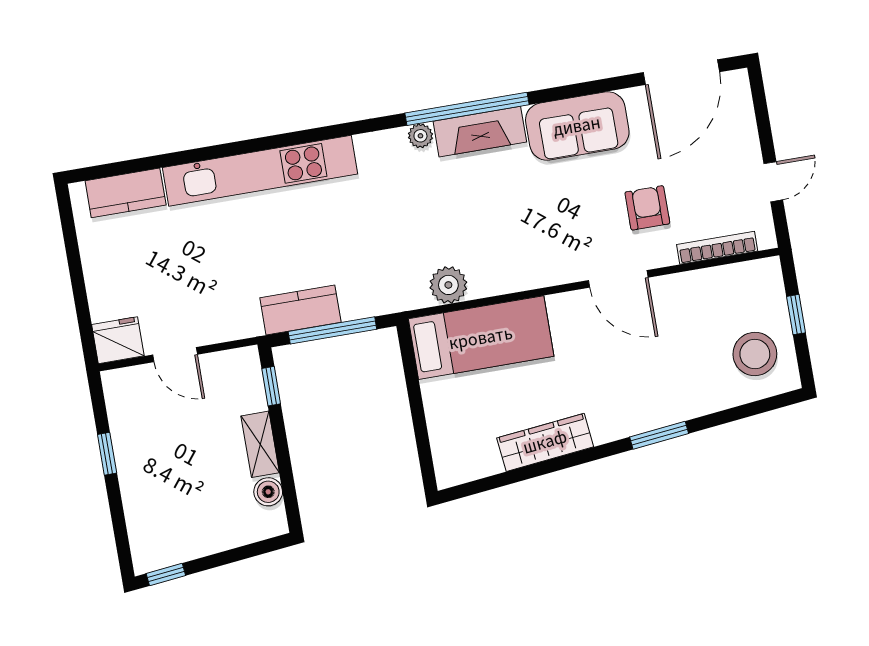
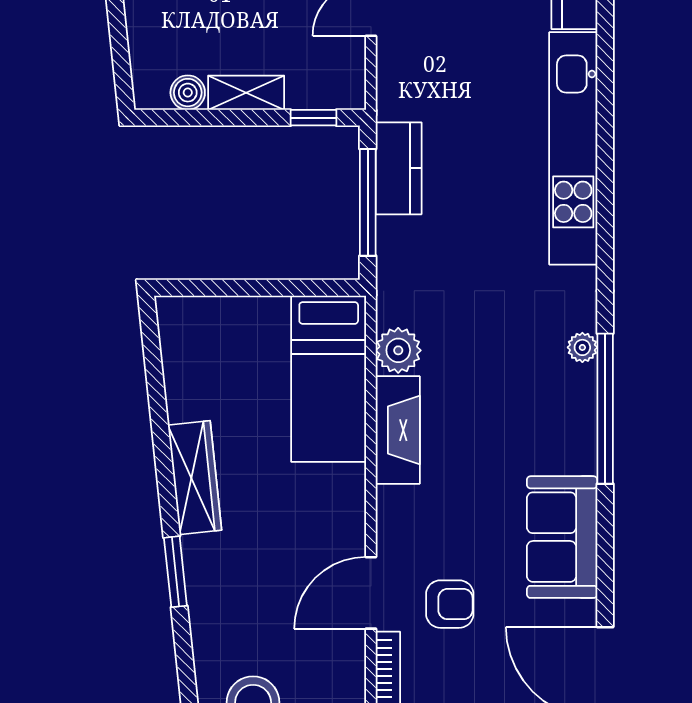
fireplace: (480, 132) -> (398, 430), moved, turned 180
door: (618, 279) -> (371, 593), moved
wardrobe: (545, 442) -> (195, 478), moved

